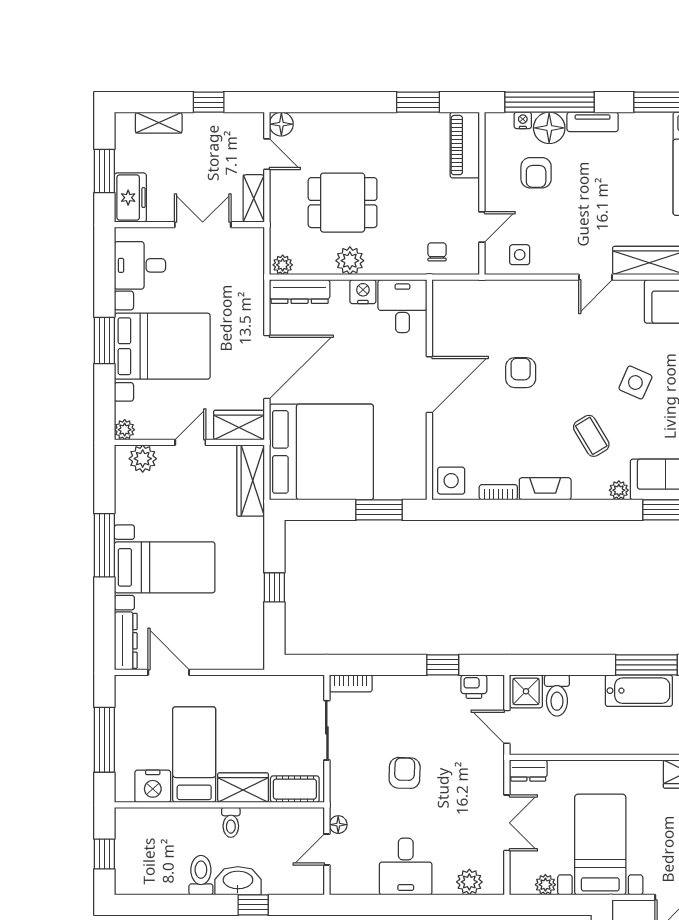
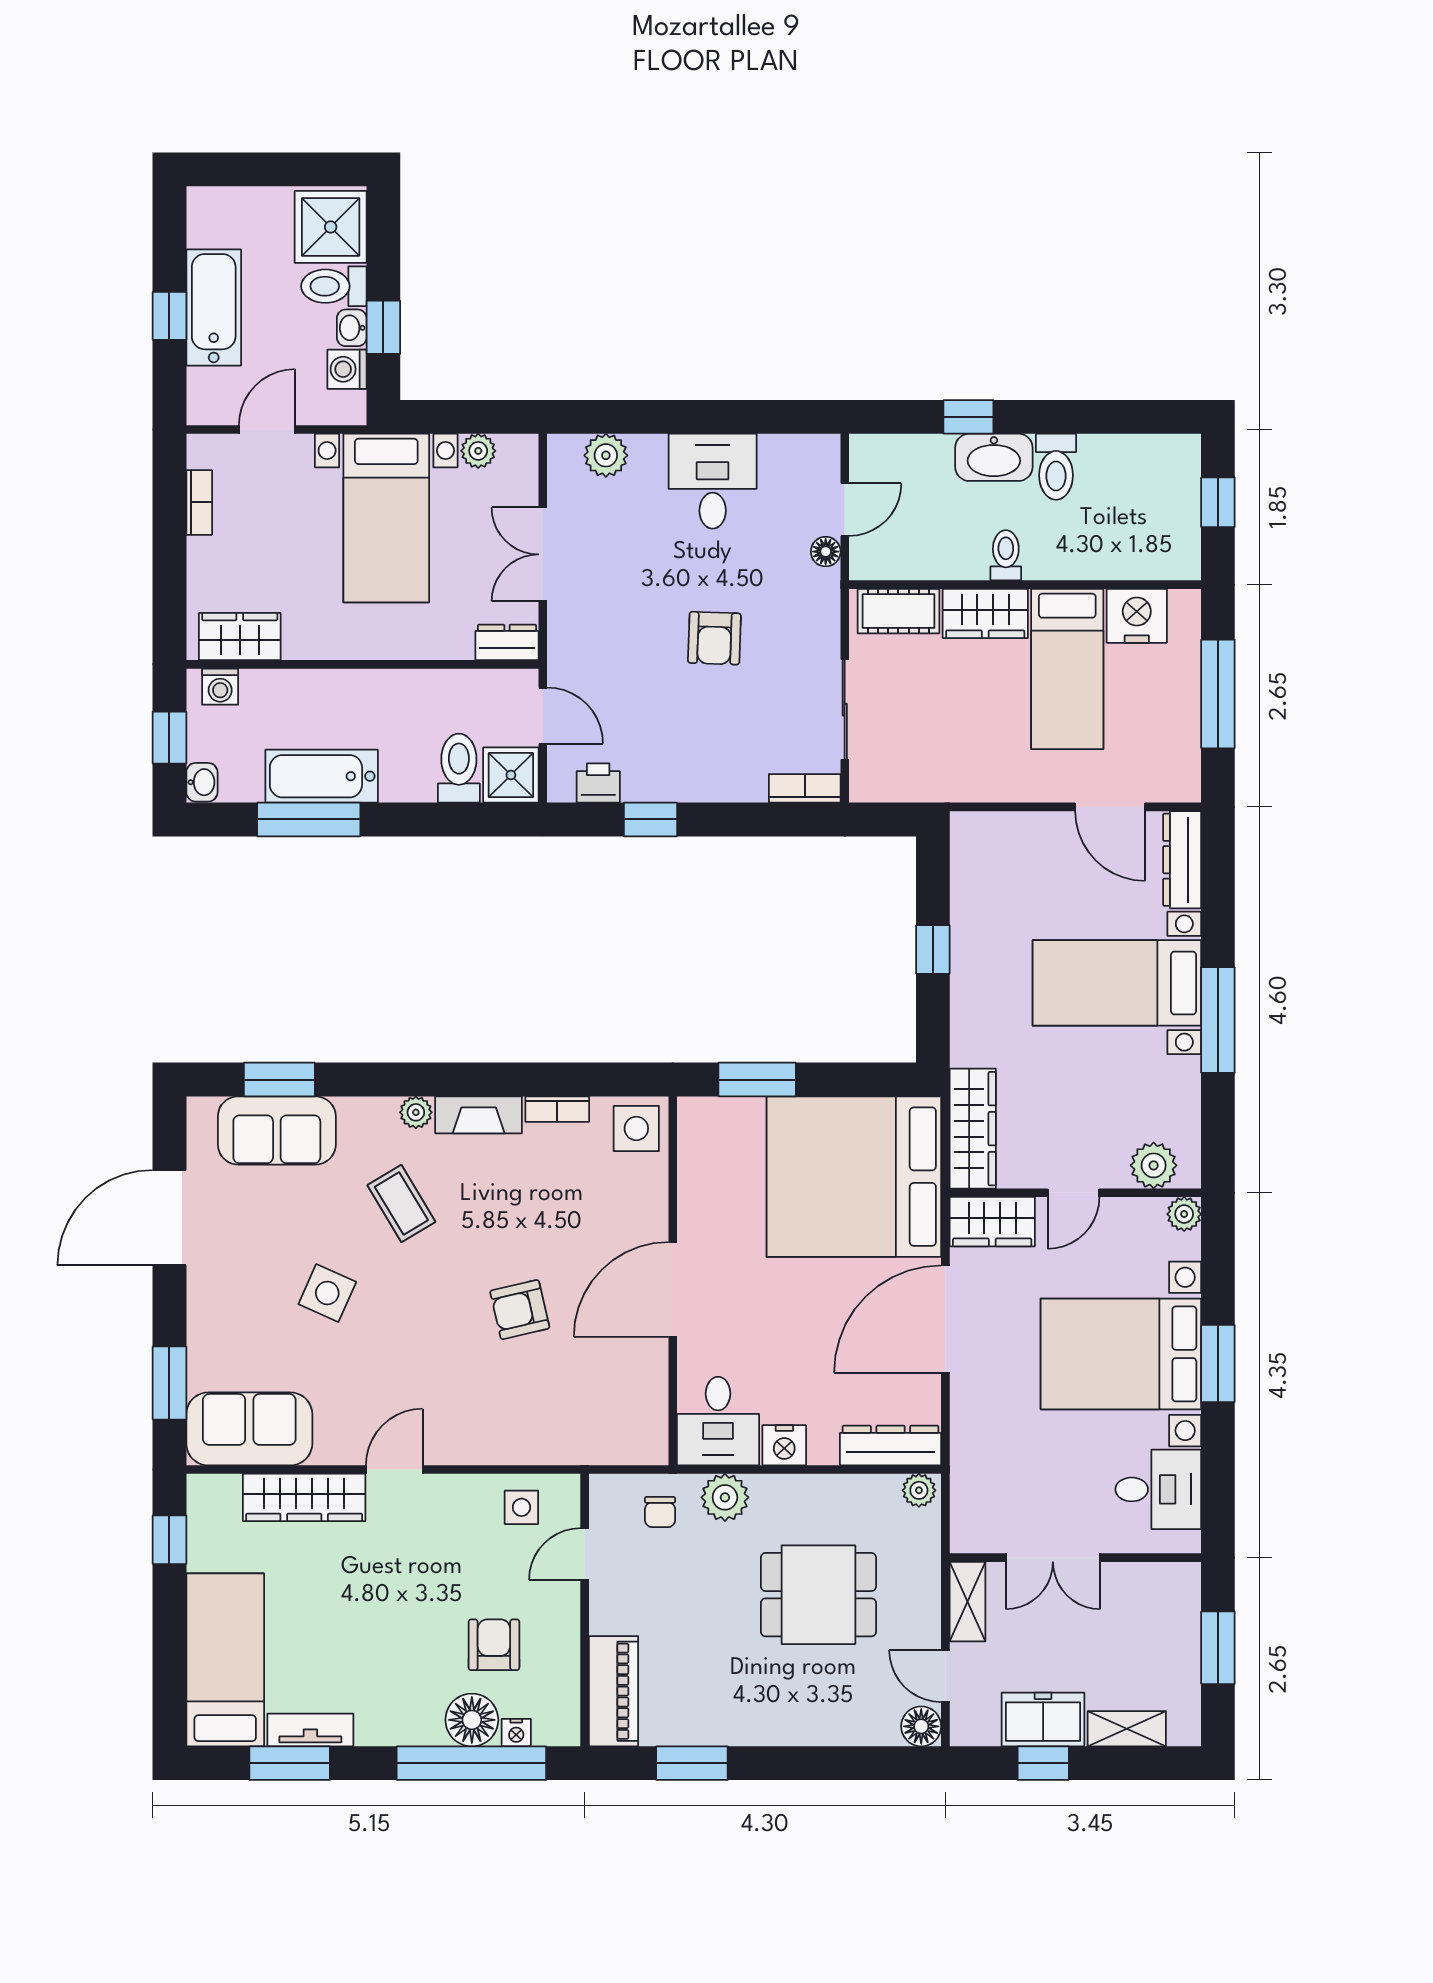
tv unit: (593, 122) -> (310, 1730), moved
freezer: (130, 198) -> (1043, 1719), moved, turned 90
plant: (350, 261) -> (725, 1497), moved
armchair: (521, 373) -> (520, 1310), turned 77
plant: (619, 490) -> (416, 1112), moved

